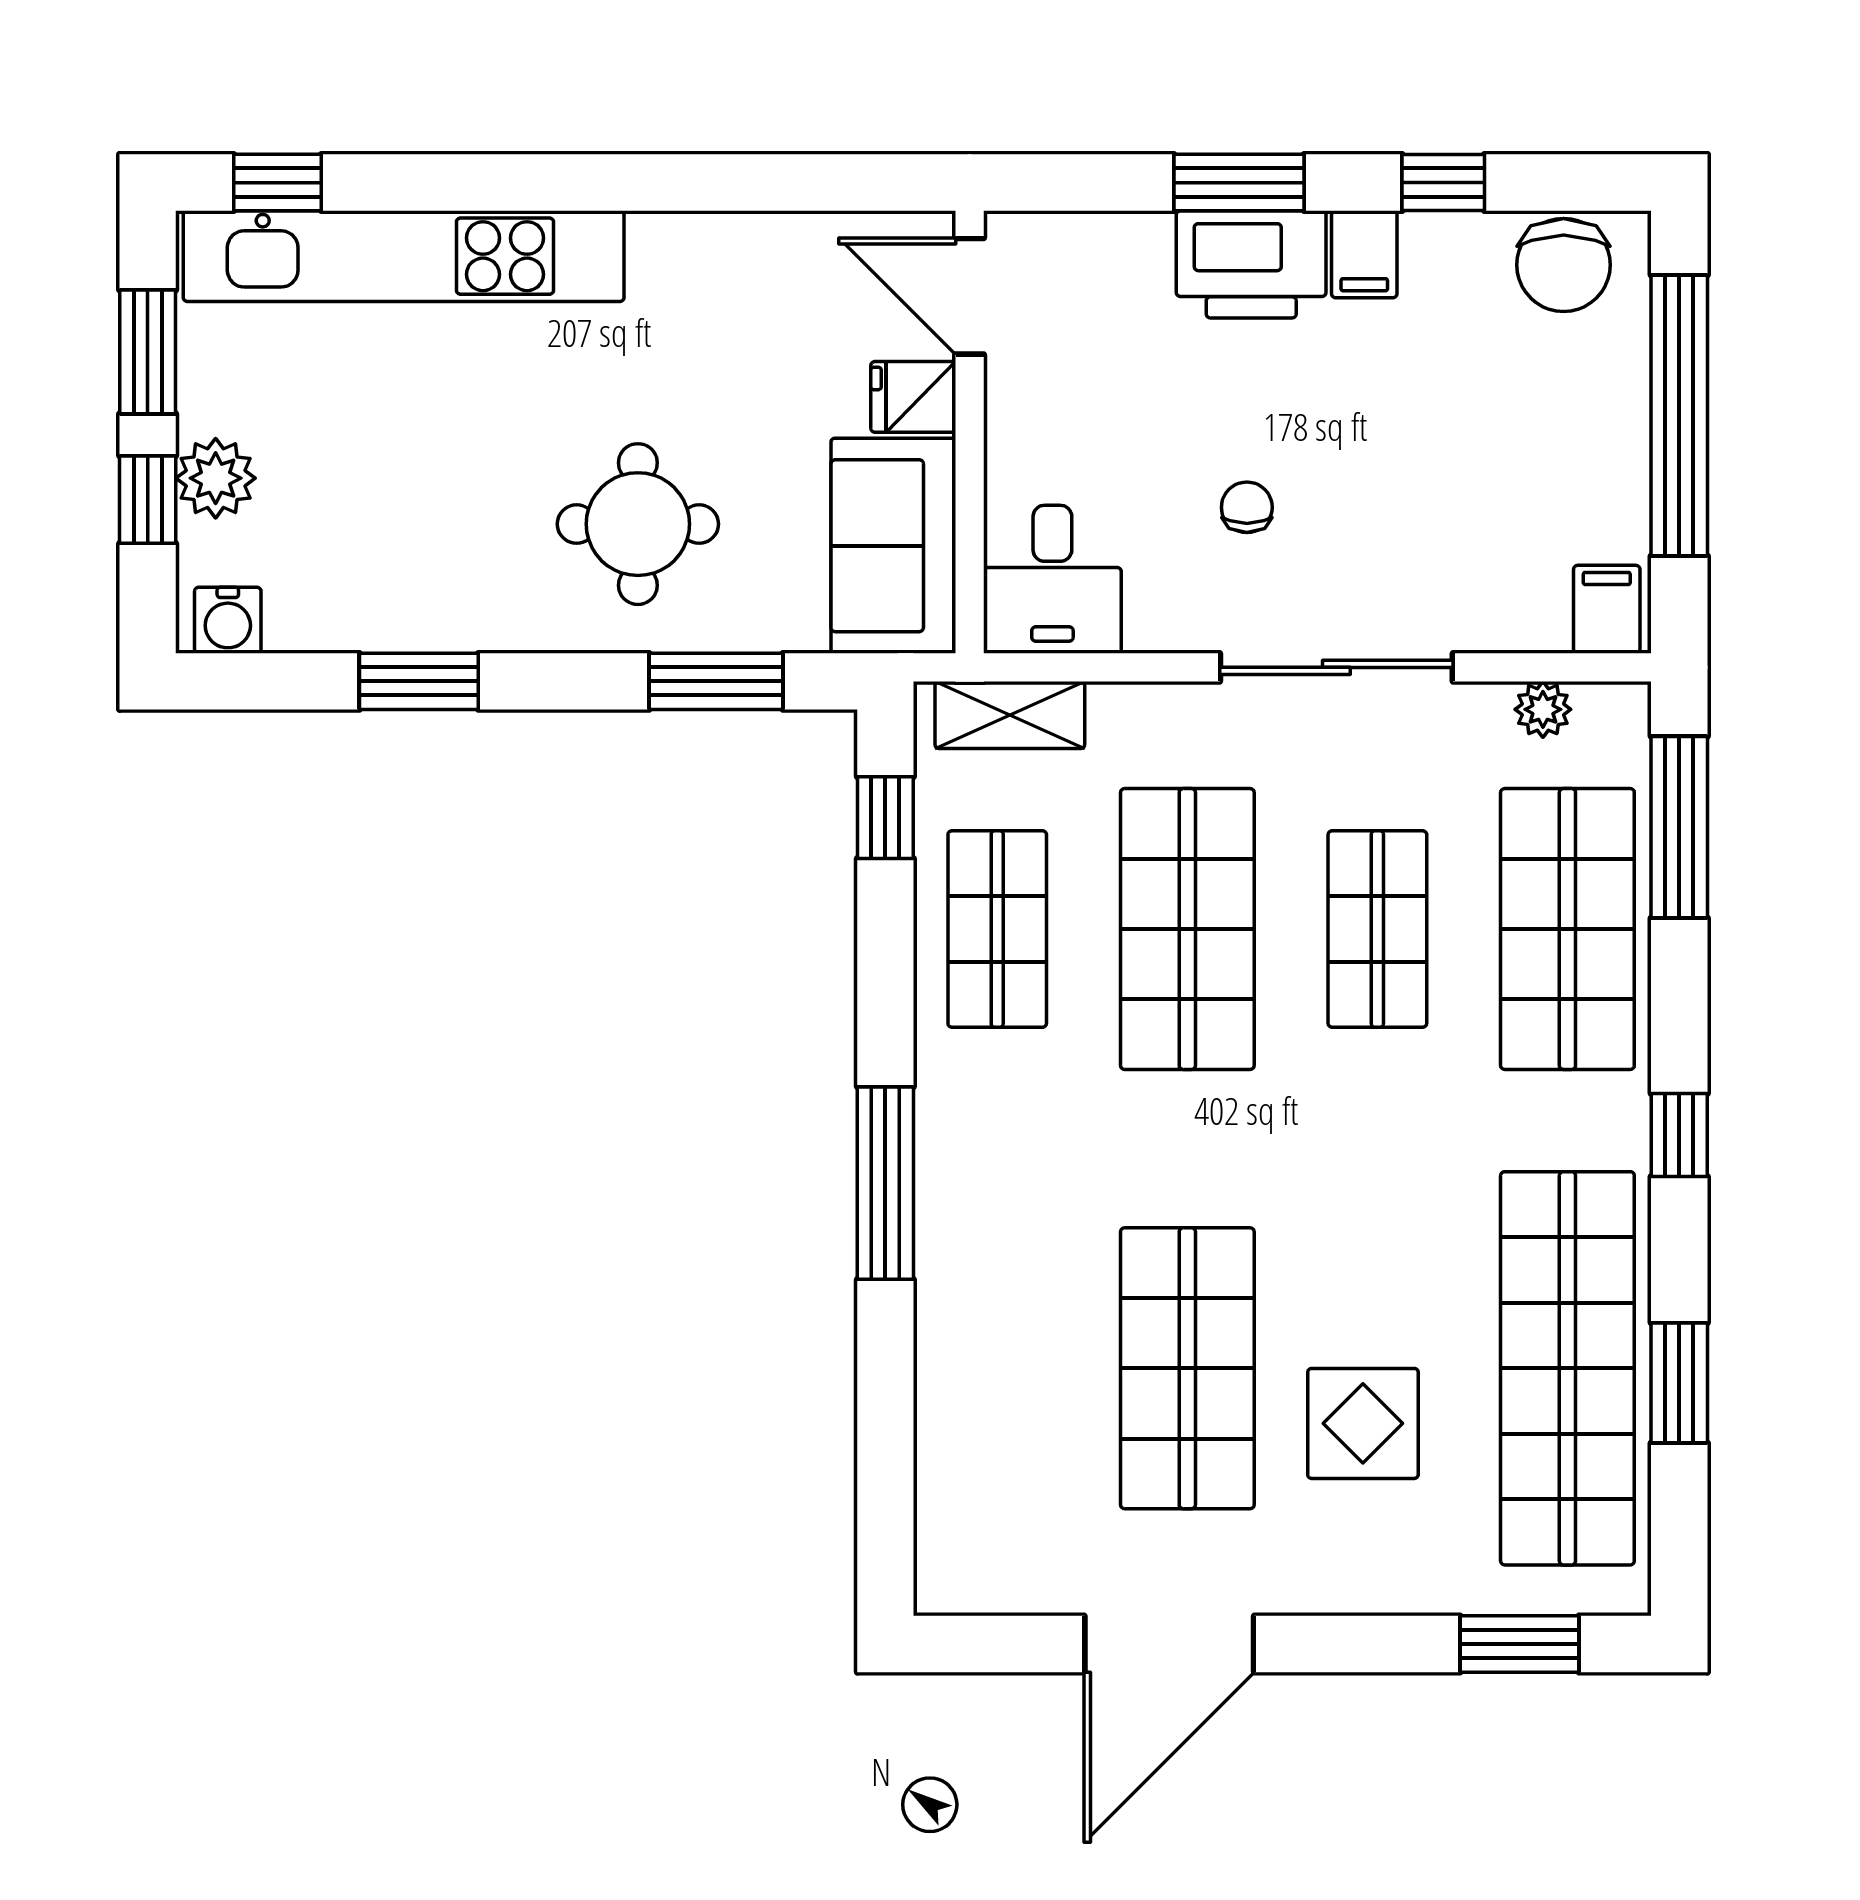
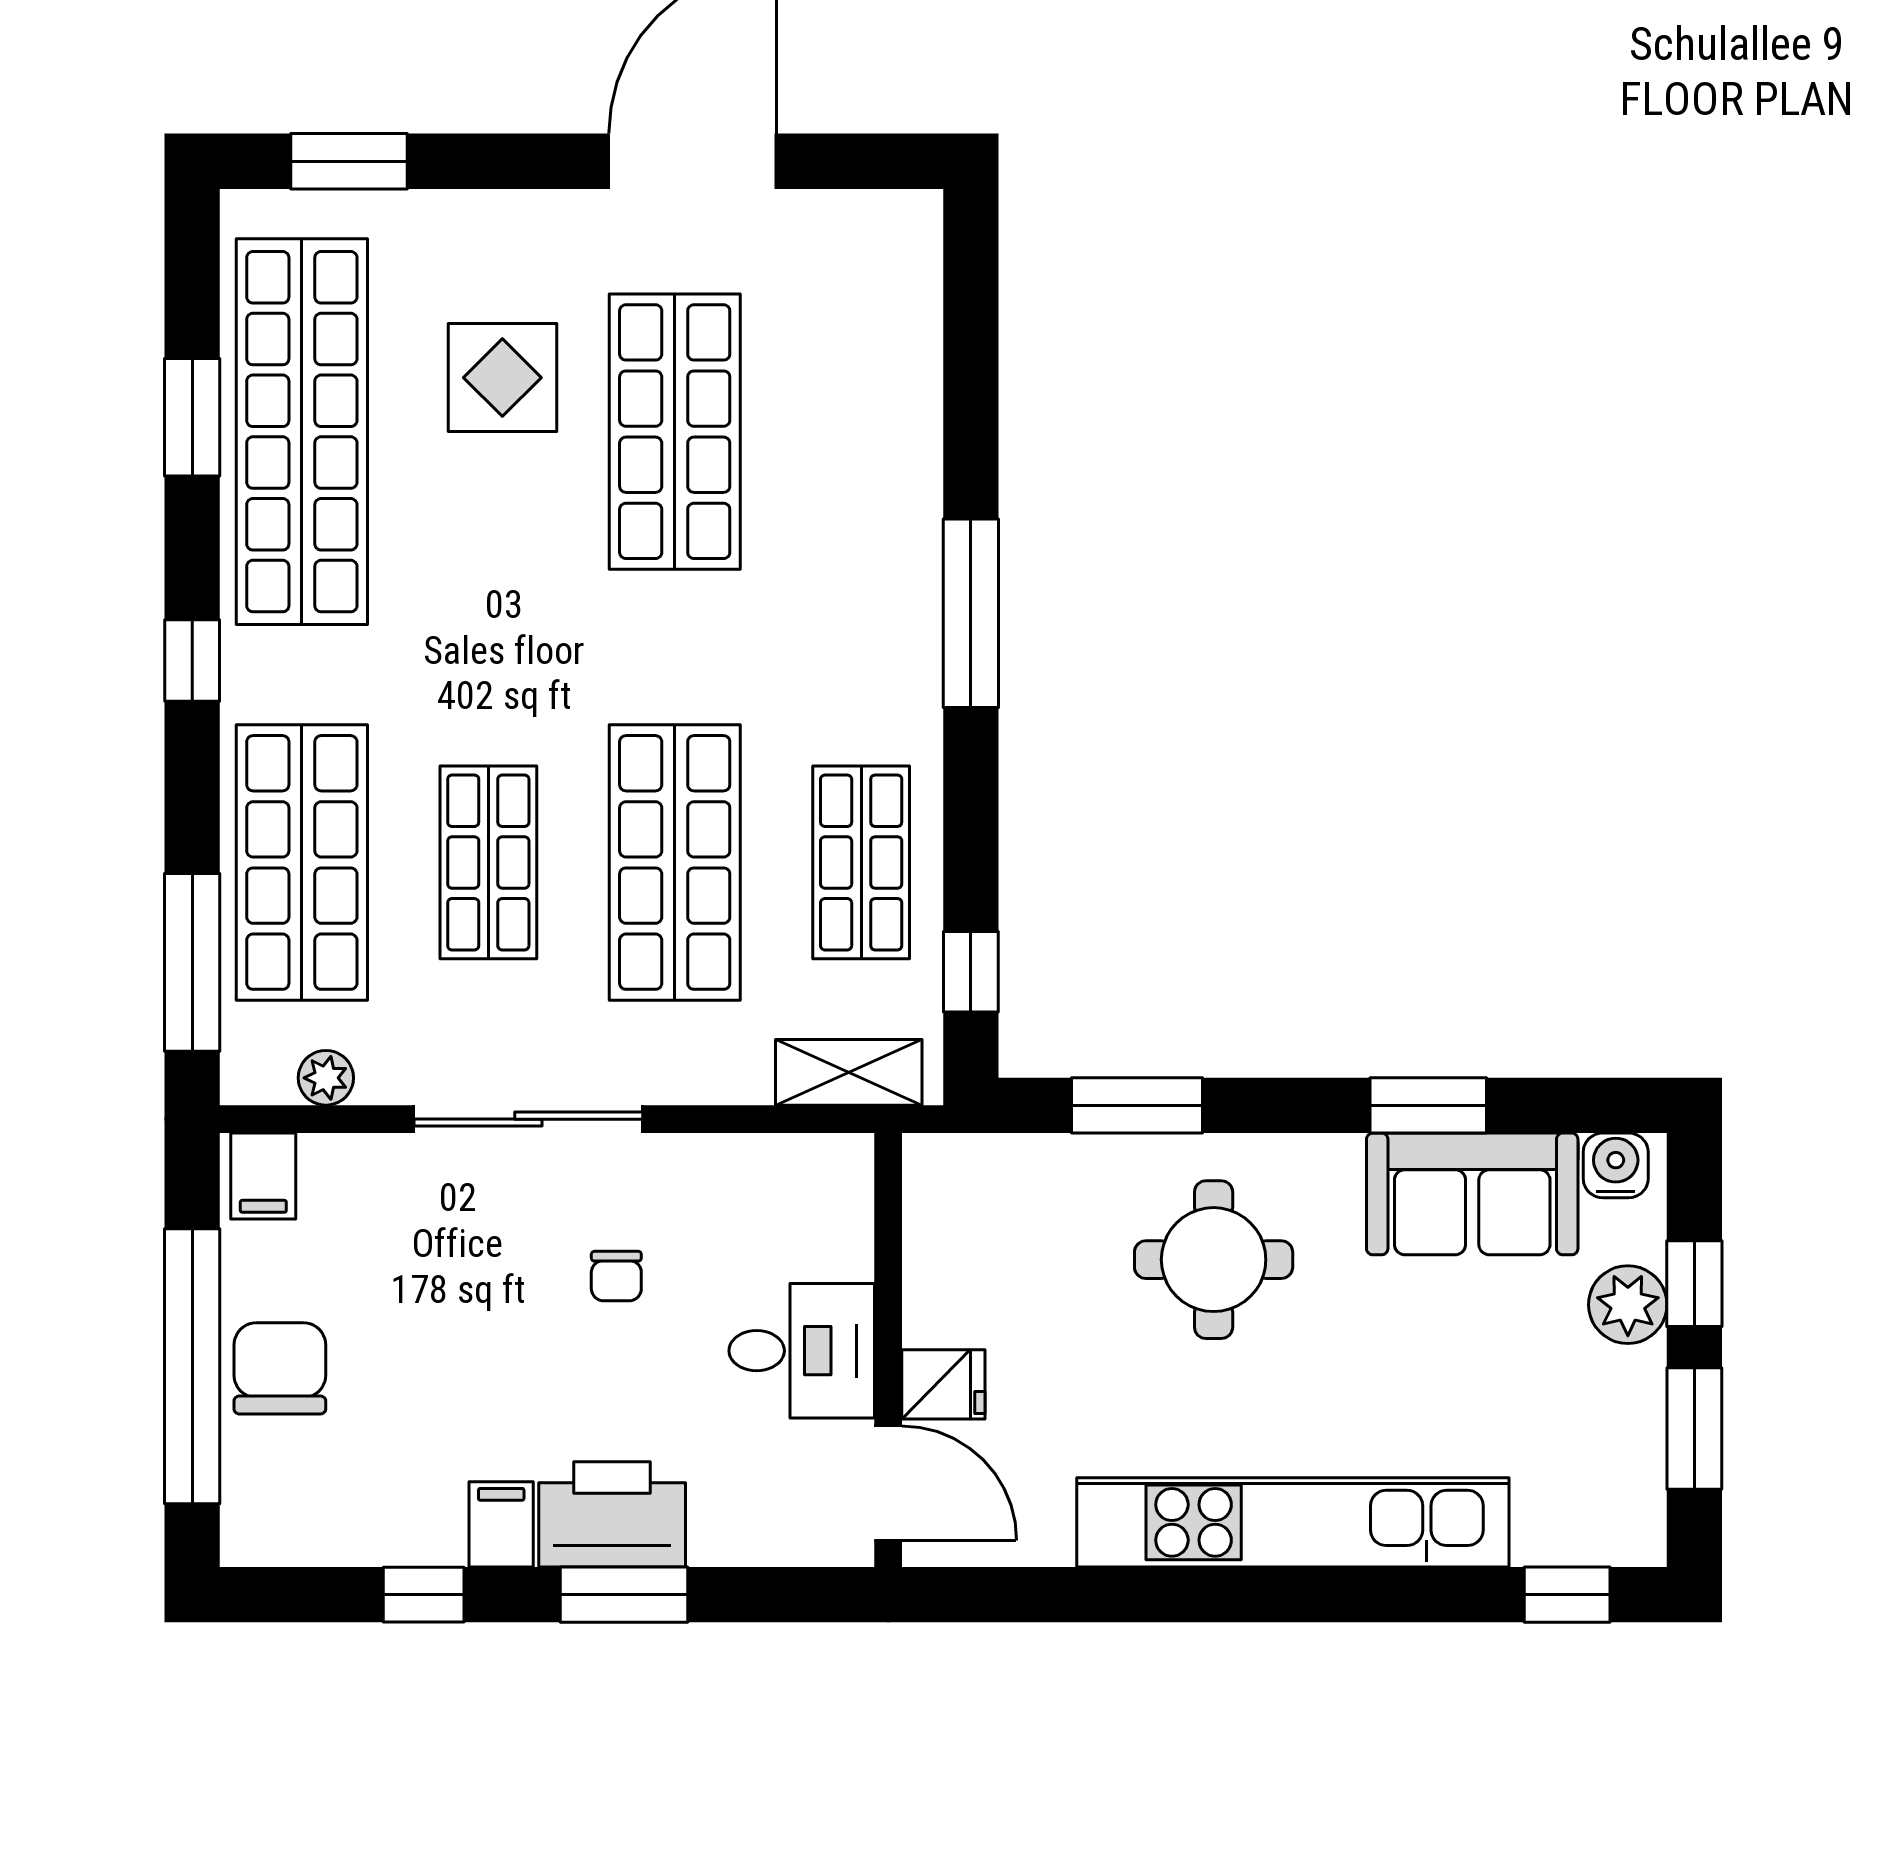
kitchen unit: (404, 256) -> (1293, 1522), moved
chair: (1564, 265) -> (280, 1368), moved
sofa: (893, 546) -> (1472, 1194), moved, turned 90
desk: (1052, 579) -> (802, 1351), moved, turned 90

